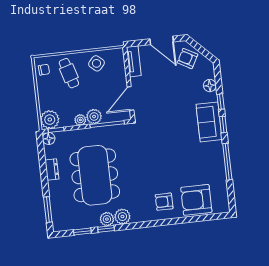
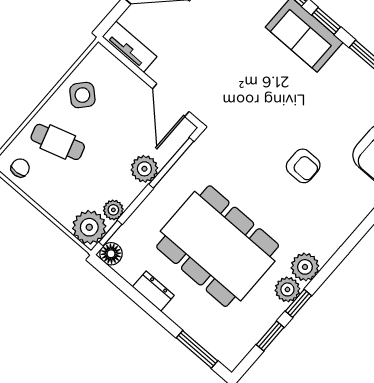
plant: (80, 120) -> (113, 210), moved
armchair: (164, 202) -> (303, 166), moved, turned -90

